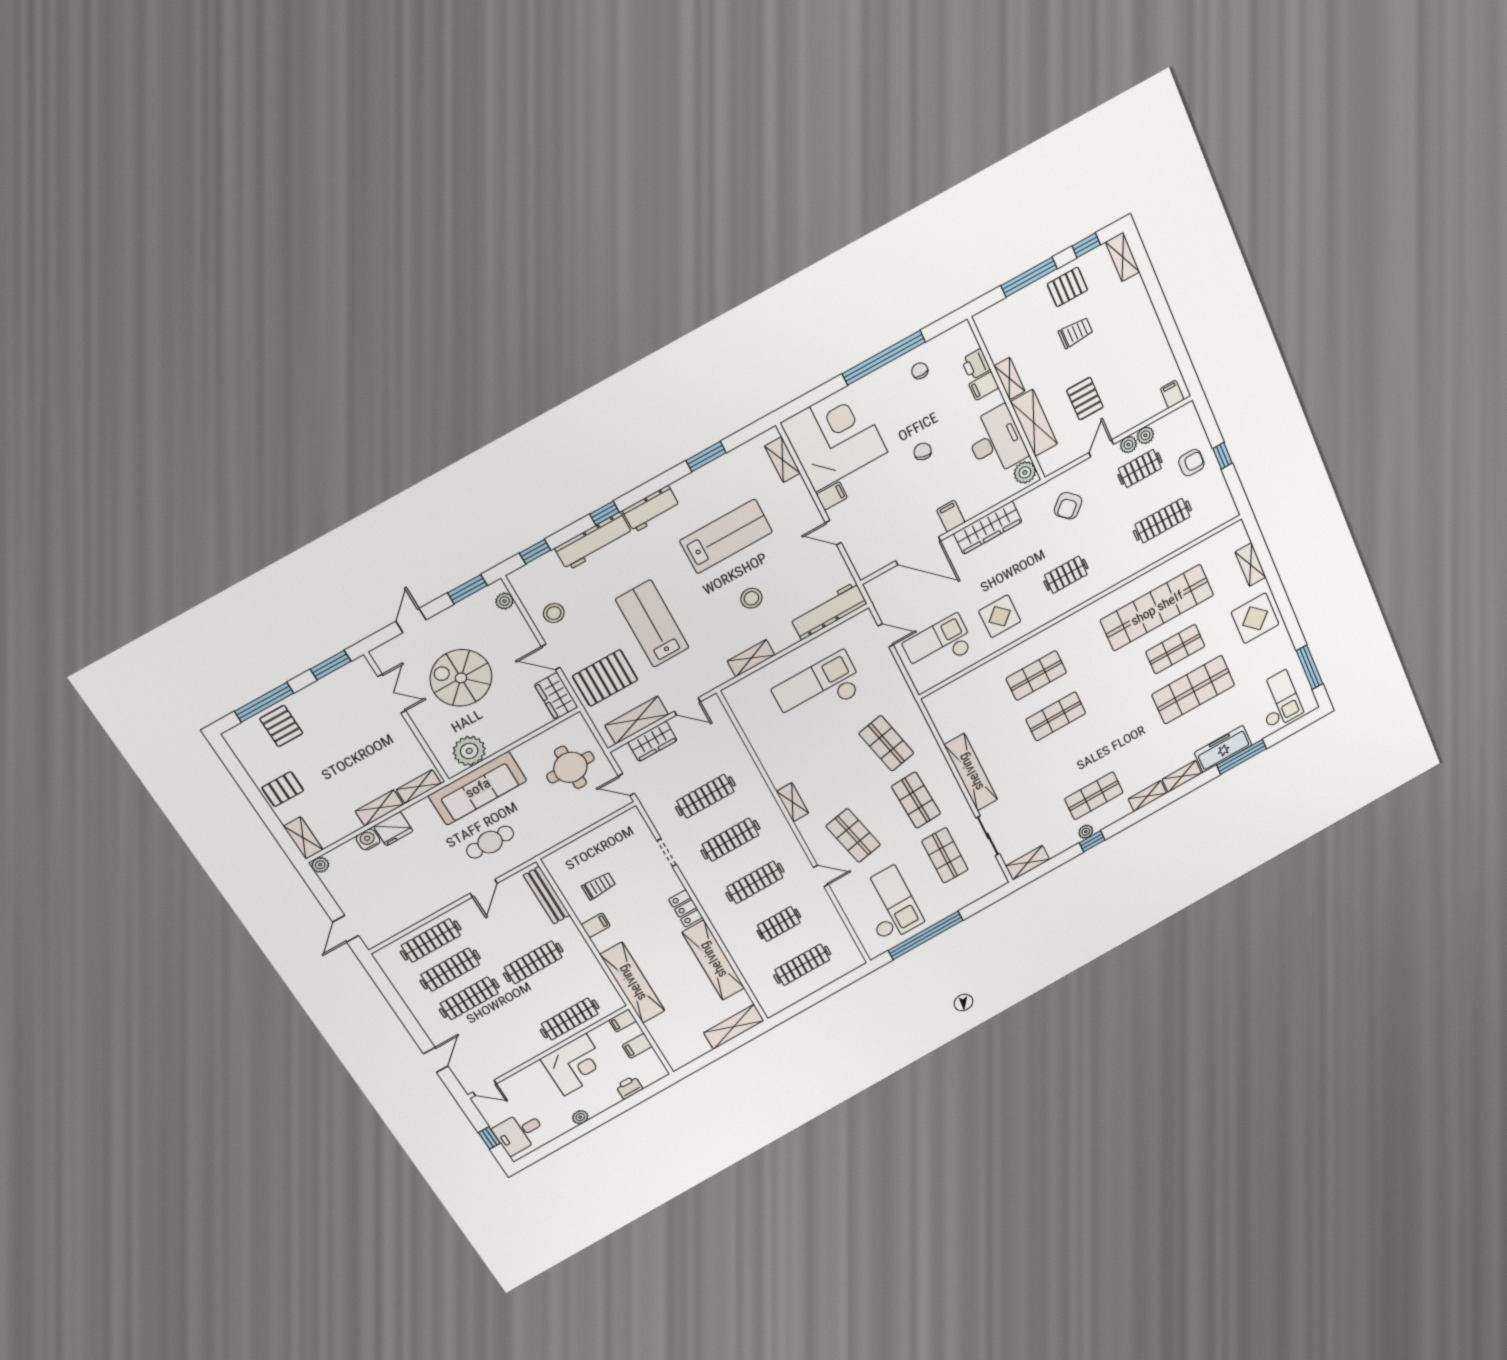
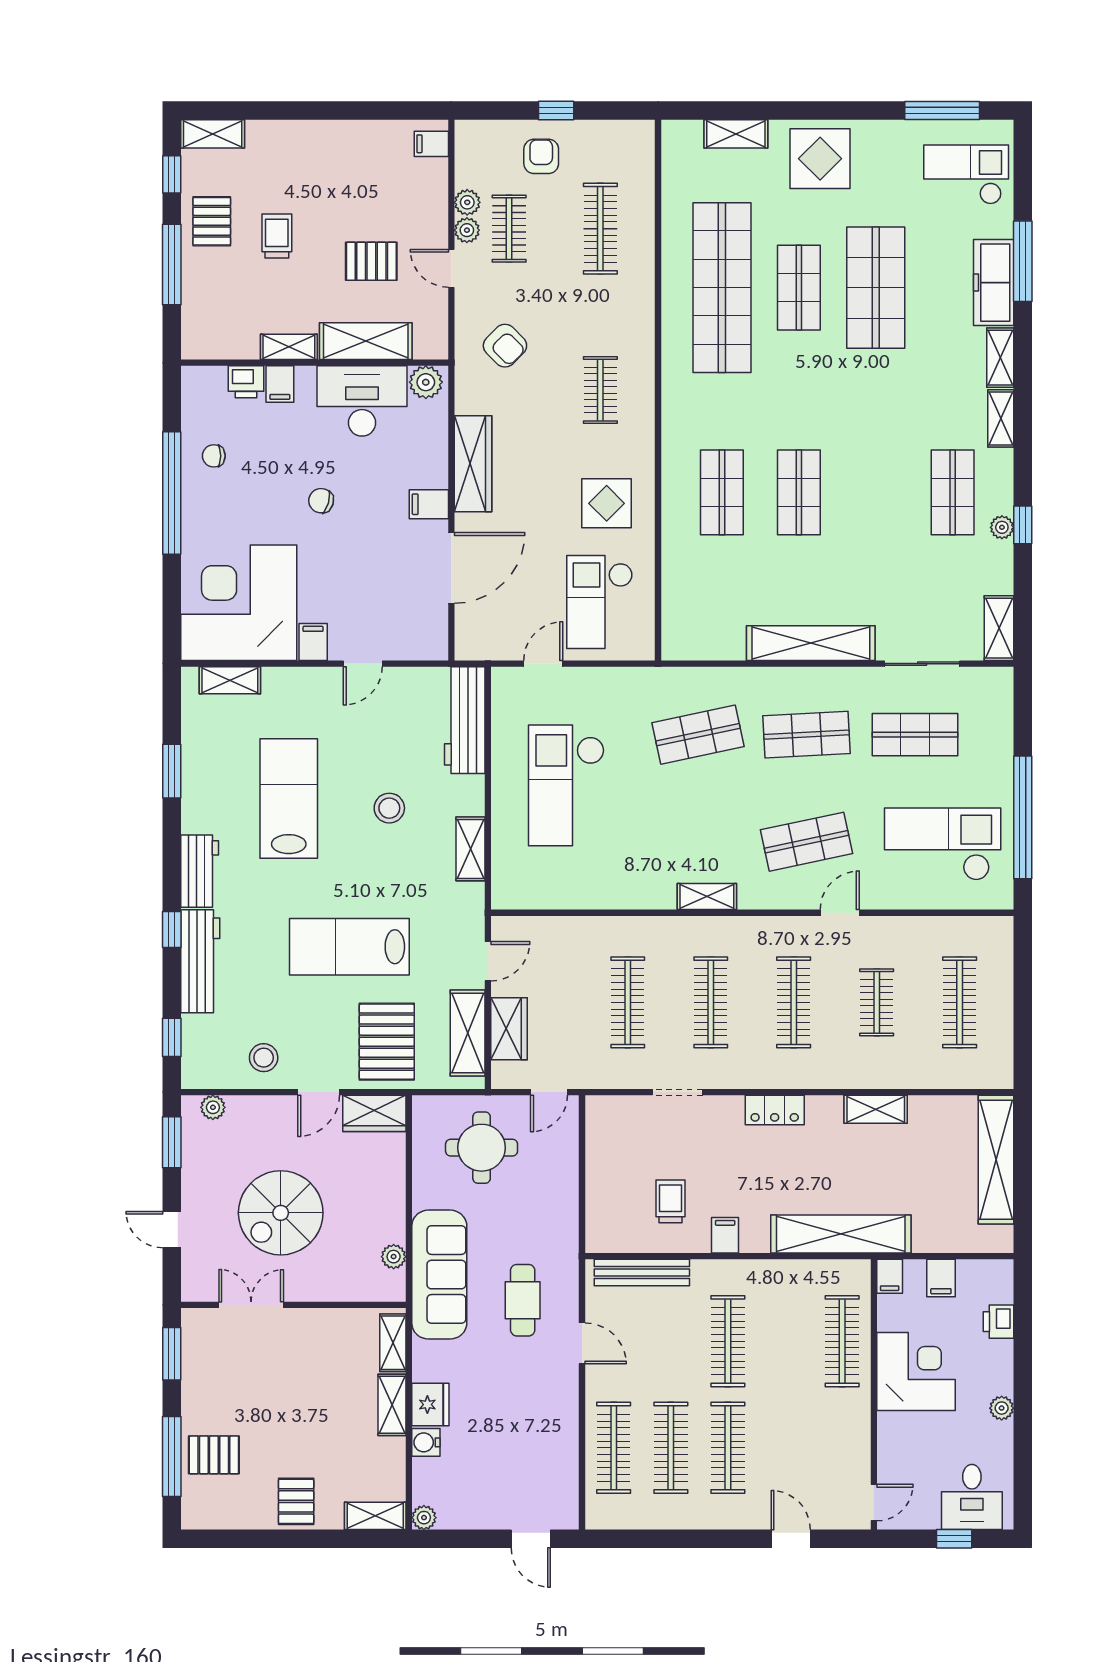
plant: (469, 751) -> (394, 1257), width x0.53, depth x0.53
shelving: (713, 960) -> (876, 1109), width x0.45, depth x0.75
shelving: (734, 1027) -> (996, 1160), width x1.47

